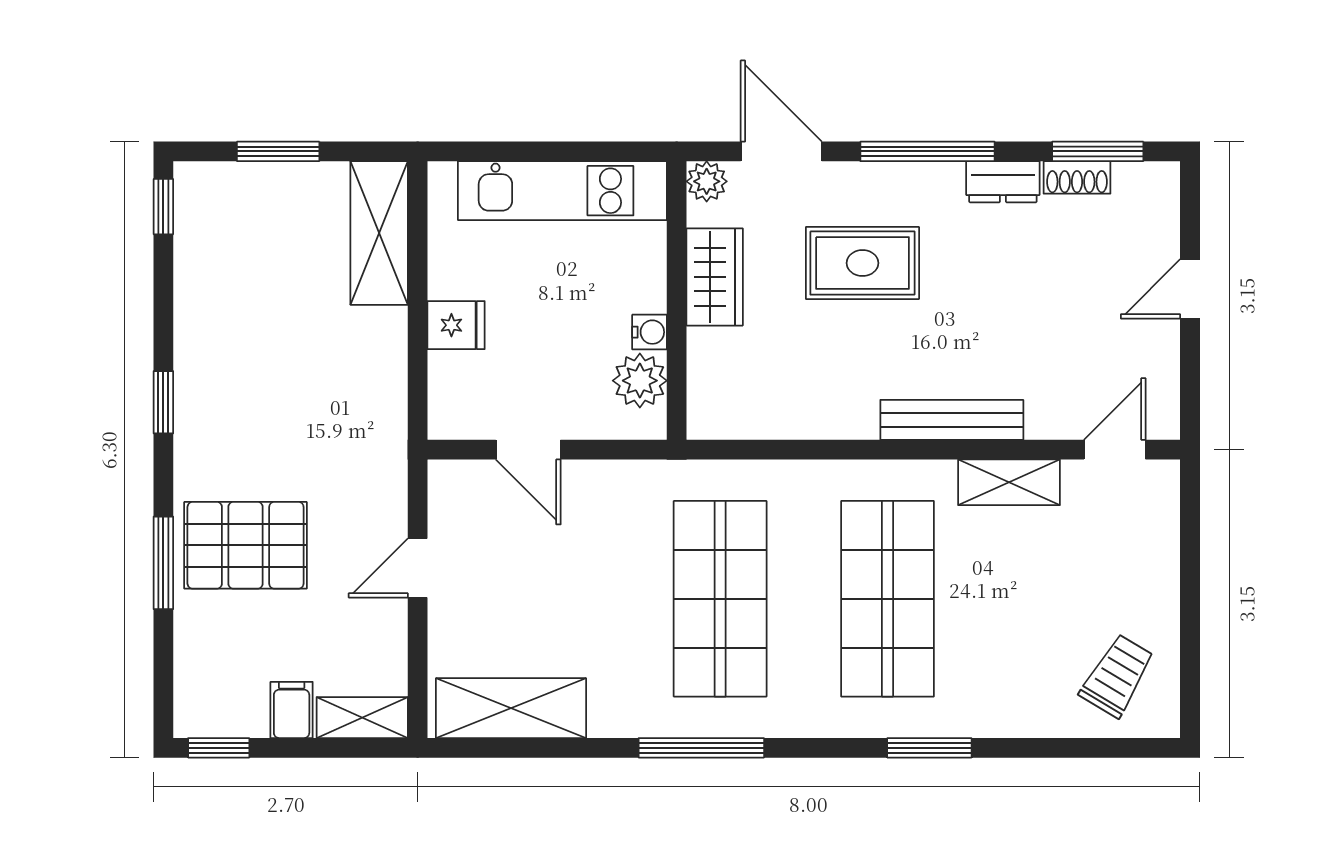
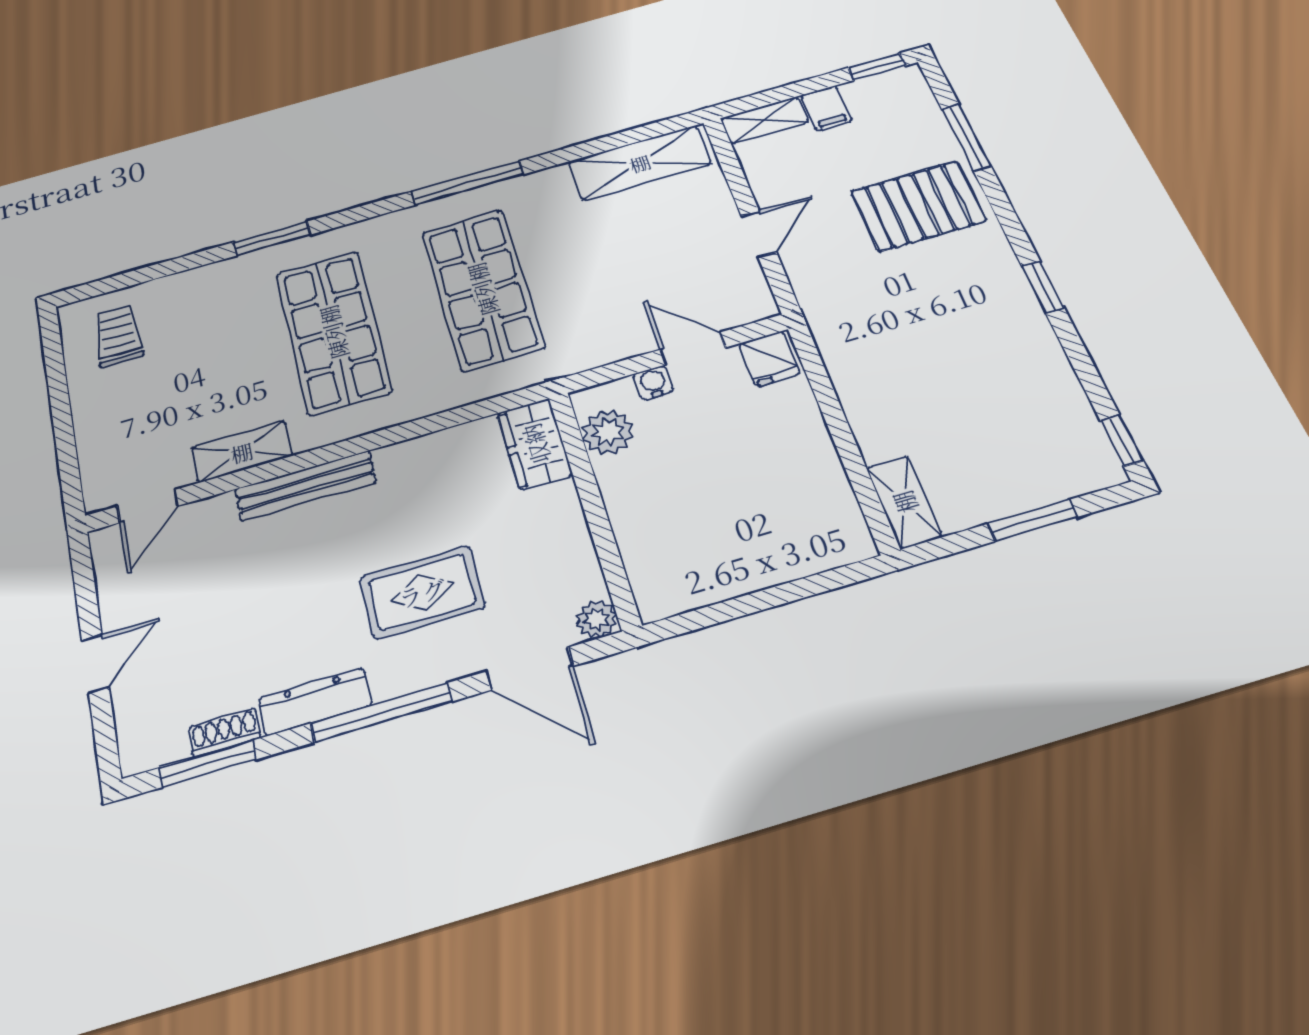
dresser: (1003, 182) -> (315, 702), width x1.44
kitchen unit: (562, 191) -> (737, 569), removed
shelving: (379, 233) -> (904, 502), width x0.67, depth x0.75
wardrobe: (715, 277) -> (535, 444), moved
fridge: (456, 325) -> (769, 359), moved, turned -90
water cooler: (650, 332) -> (653, 383), moved, turned 90
window: (163, 563) -> (966, 138), moved
trolley: (1117, 676) -> (118, 335), turned 149

